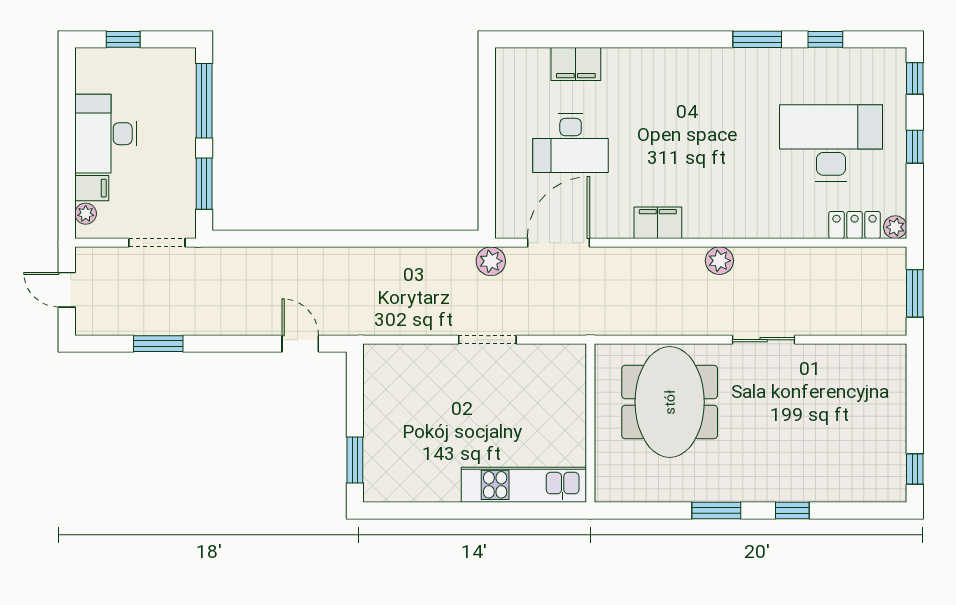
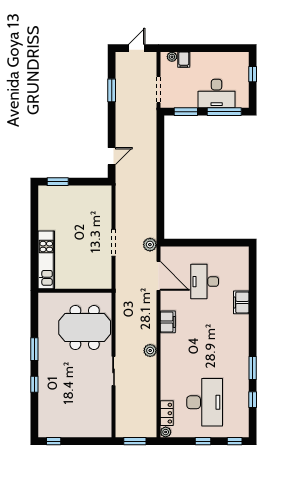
filing cabinet: (576, 64) -> (241, 302), moved
desk: (106, 134) -> (217, 94), moved, turned 180

